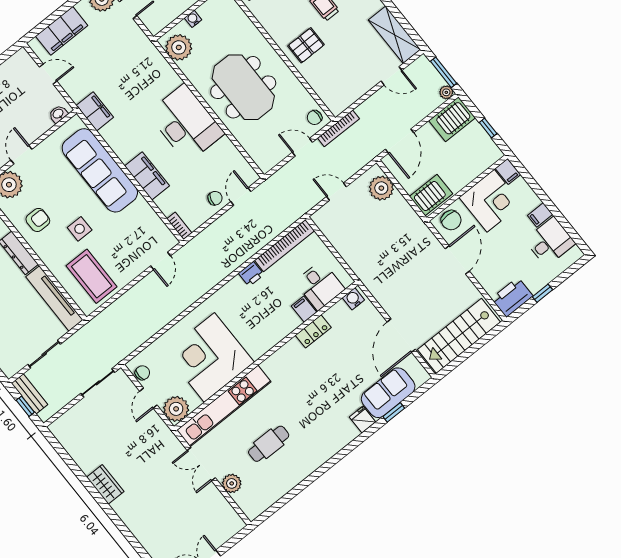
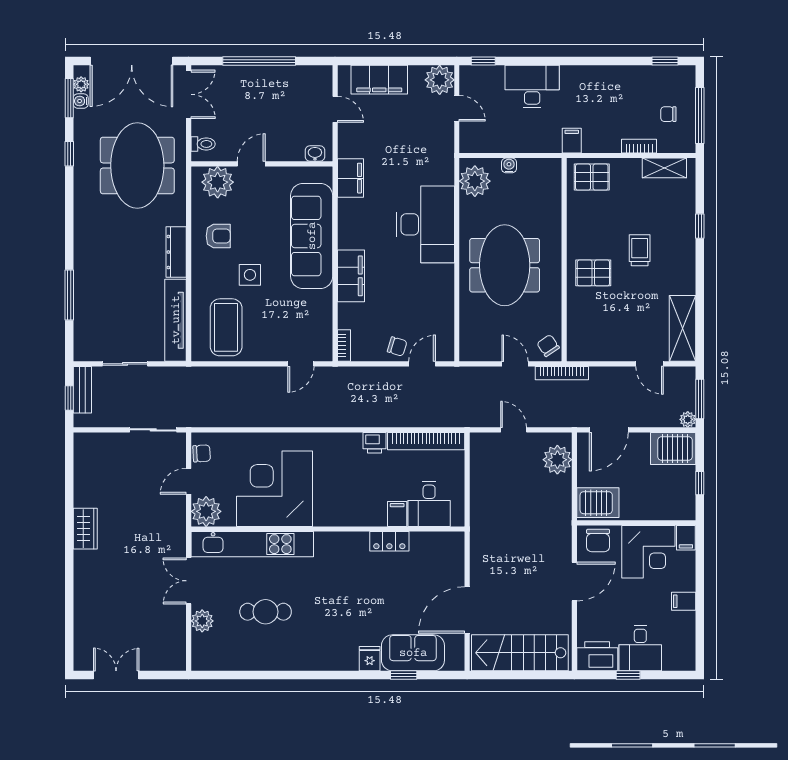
chair: (315, 117) -> (548, 346), turned 56
desk: (186, 123) -> (425, 224), moved
desk: (550, 242) -> (640, 648), moved, turned 90
water cooler: (353, 299) -> (450, 541), removed

